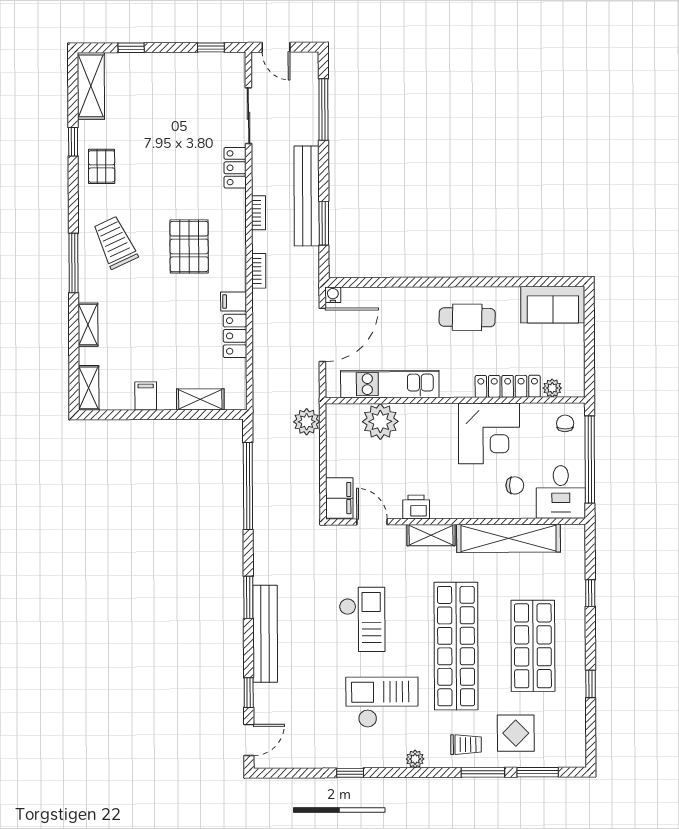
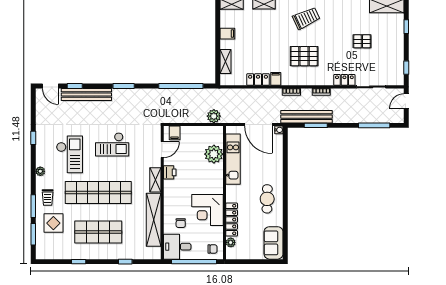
pallet: (102, 166) -> (362, 41), moved
bench: (307, 196) -> (306, 117), moved
filing cabinet: (339, 498) -> (175, 133), width x0.50
bench: (265, 634) -> (86, 95), moved

